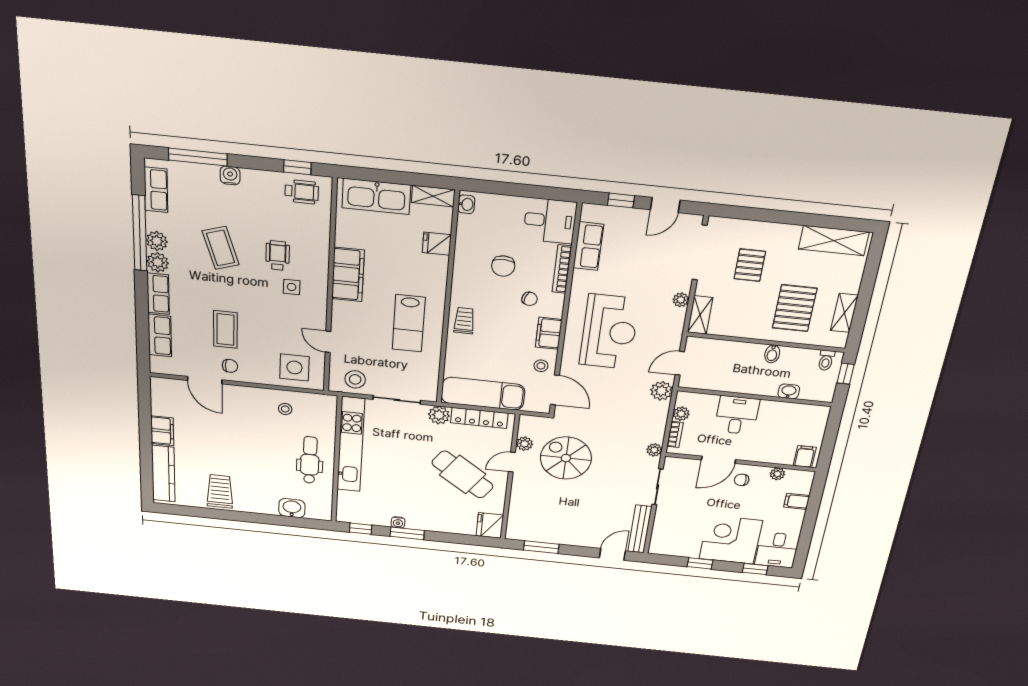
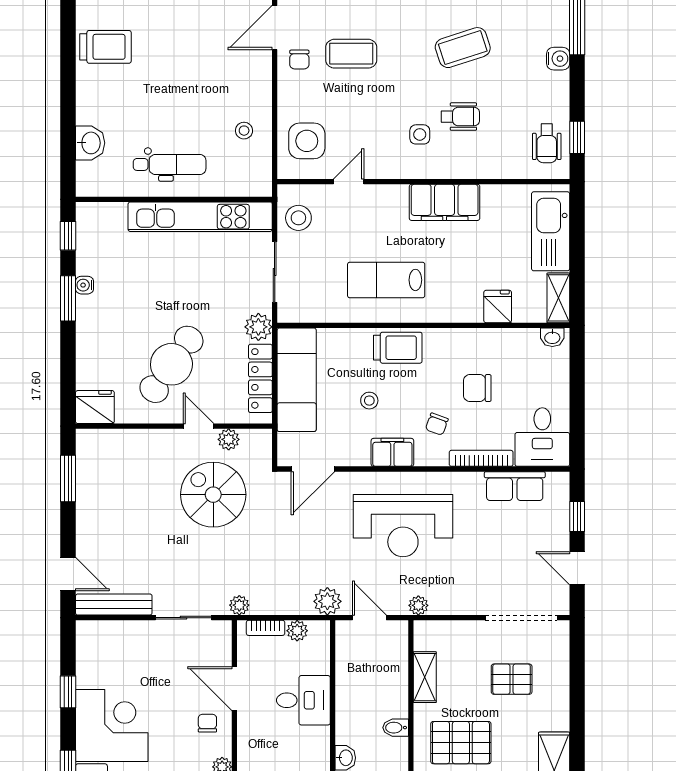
plant: (681, 300) -> (418, 605), moved
shelving: (700, 315) -> (425, 677), moved, turned 90
trolley: (464, 321) -> (398, 348), width x1.36, depth x1.39
stool: (541, 366) -> (369, 401), moved
spiral stairs: (566, 458) -> (213, 495), turned -90

